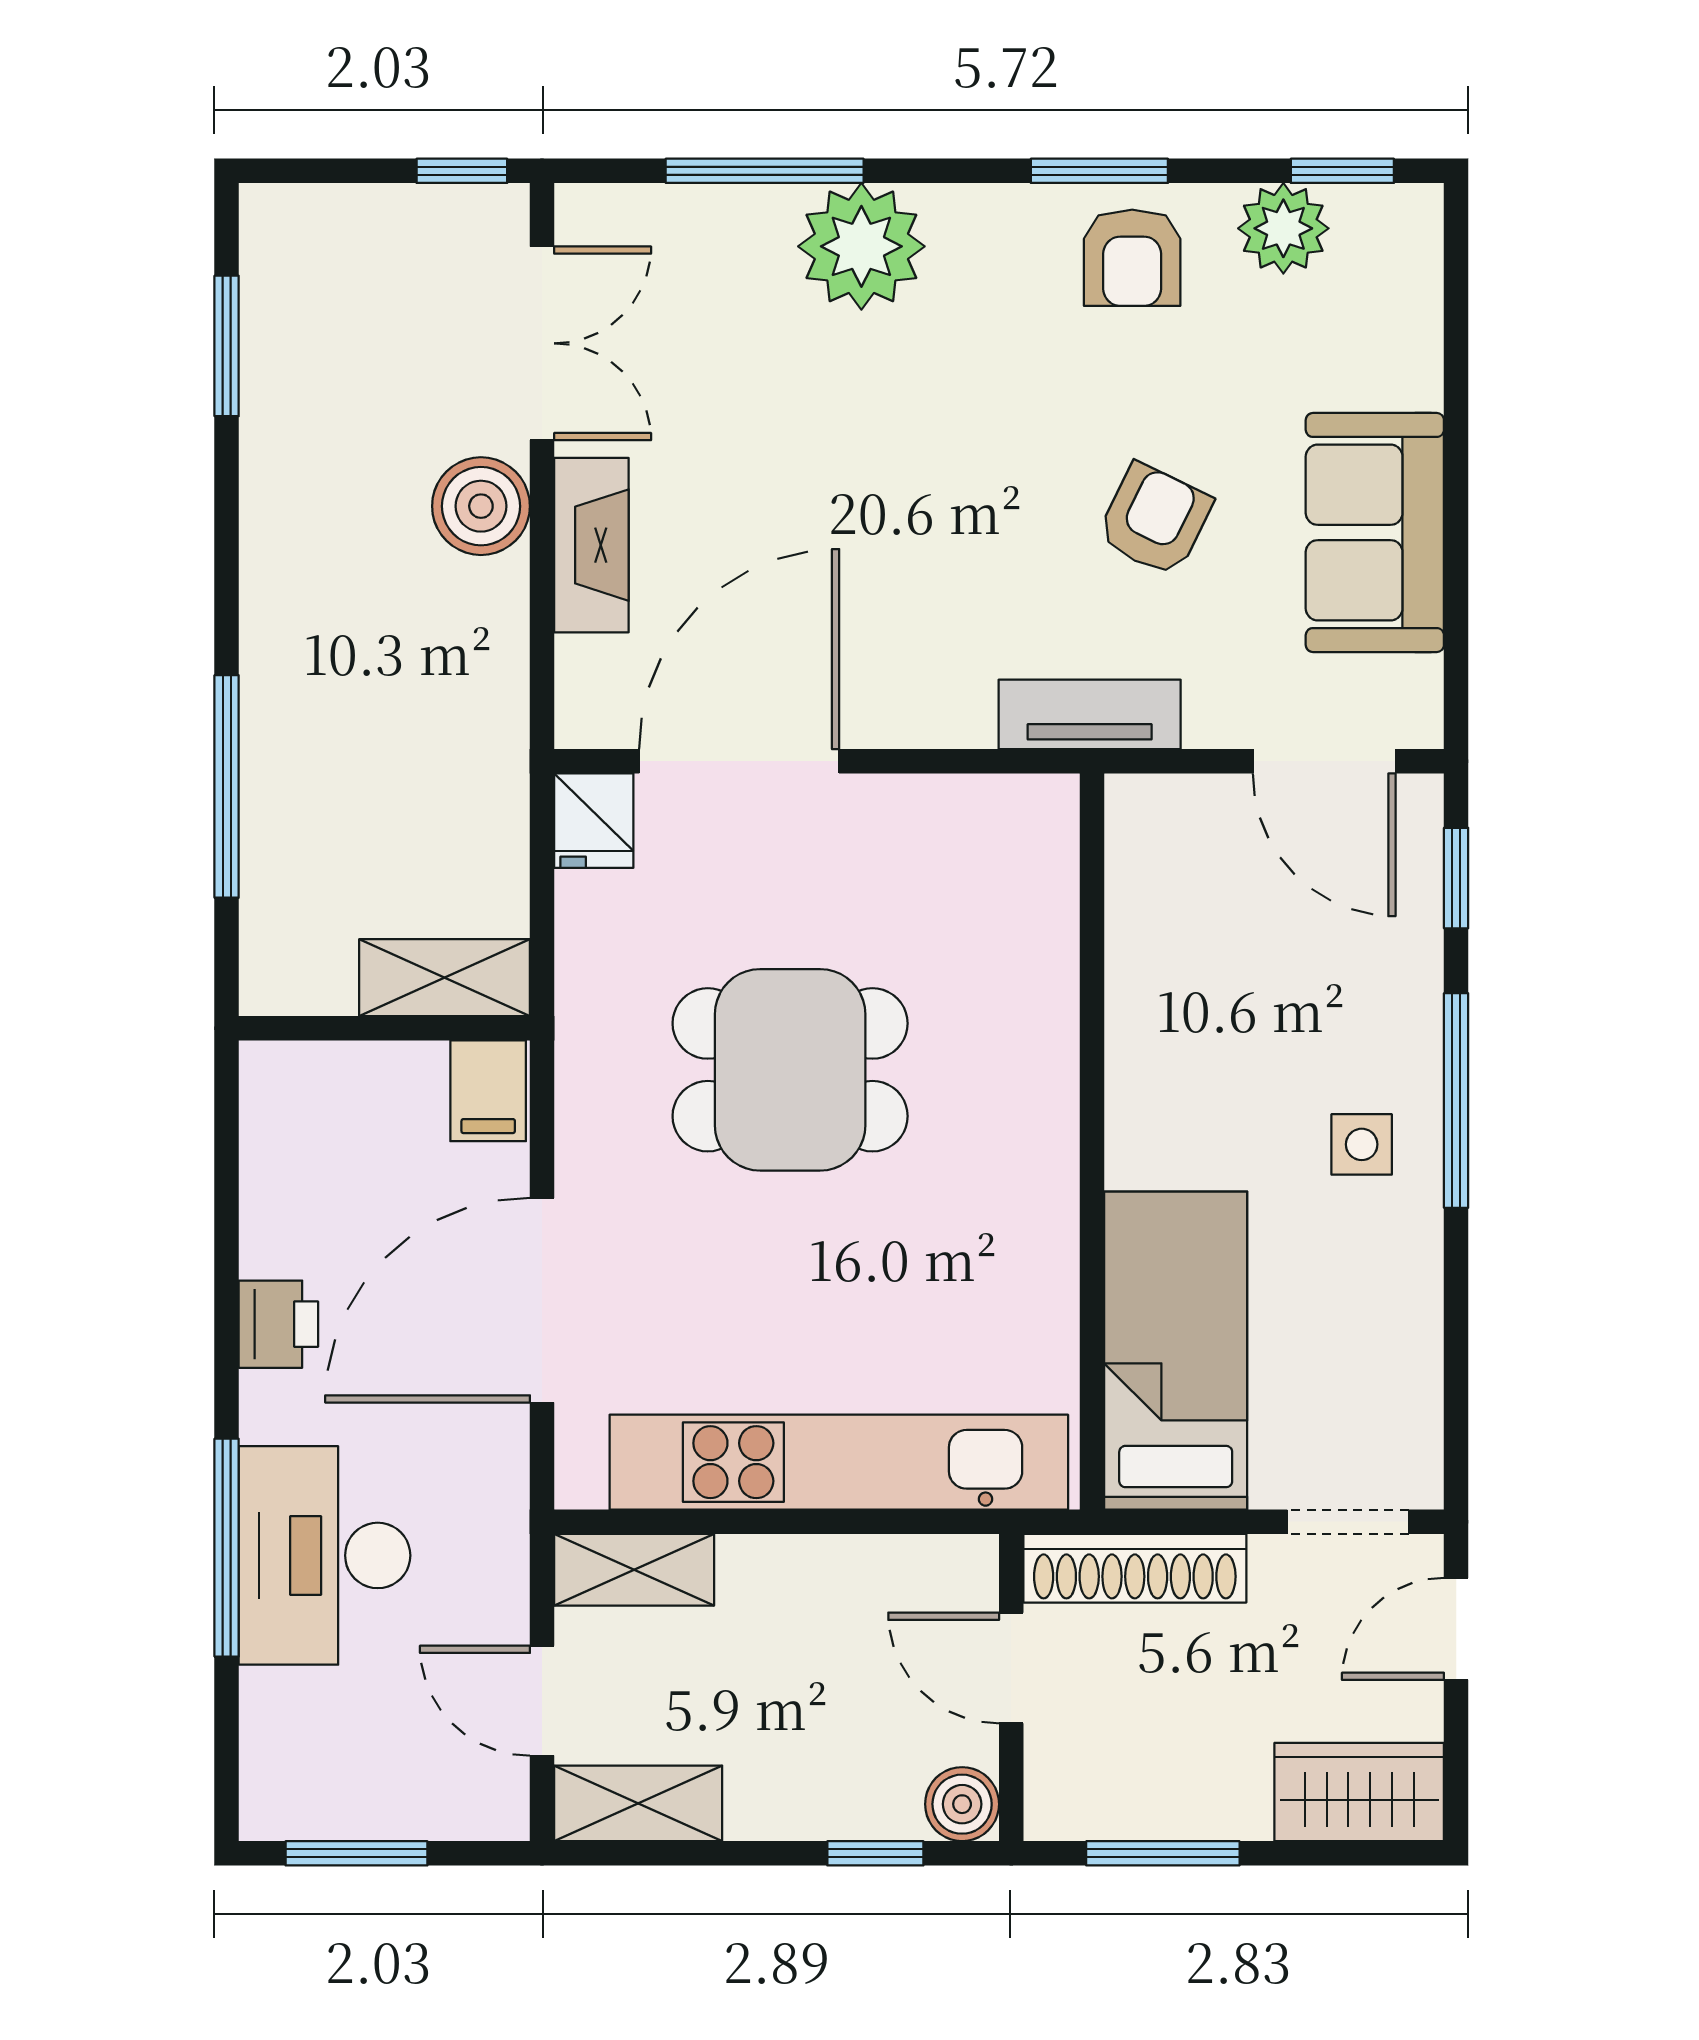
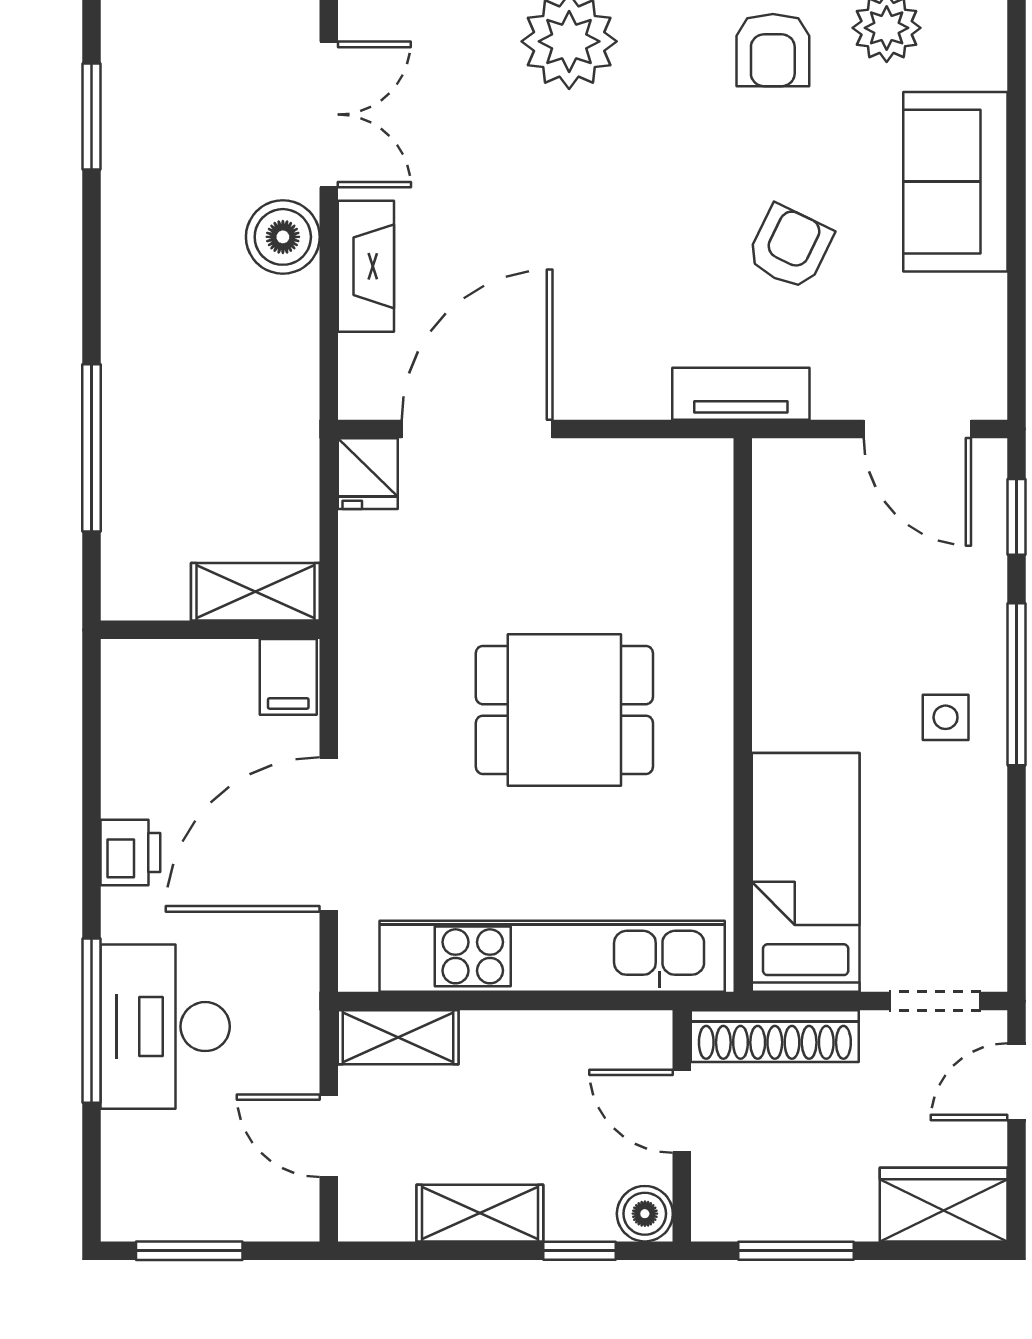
sofa: (1375, 533) -> (955, 182), moved
dining table: (790, 1070) -> (564, 710), moved
shelving: (638, 1803) -> (480, 1213), moved

